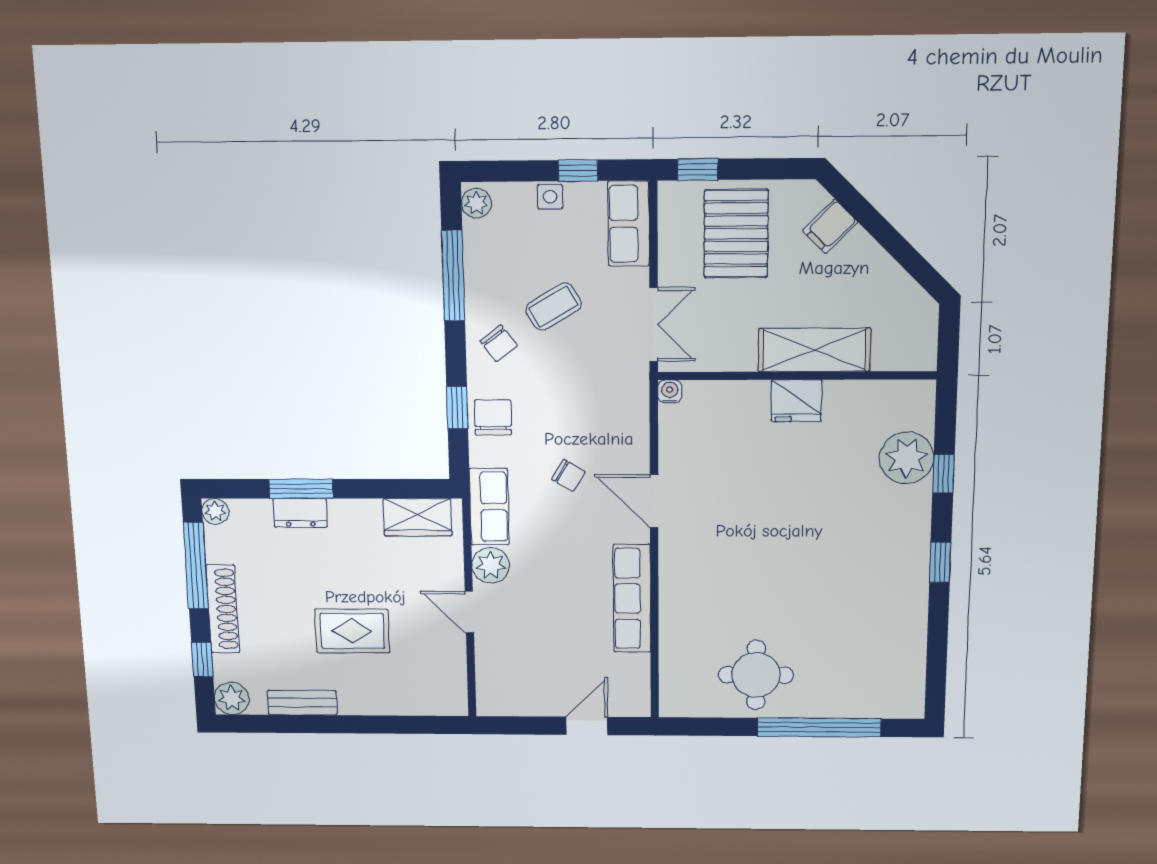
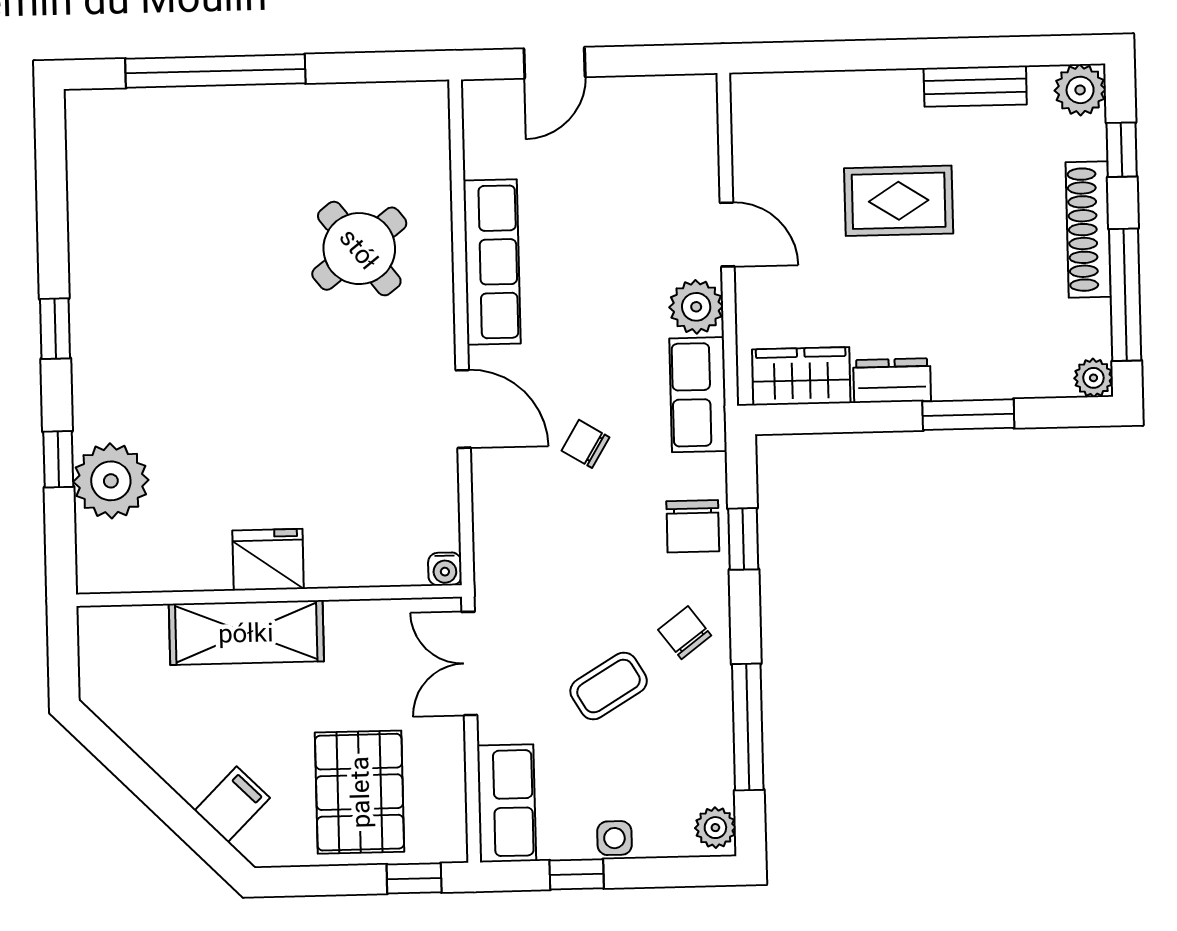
dresser: (300, 513) -> (892, 381), moved
round table: (756, 675) -> (359, 249), moved, turned -38

